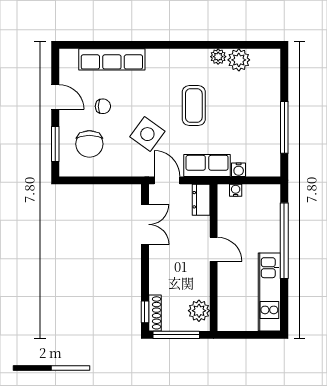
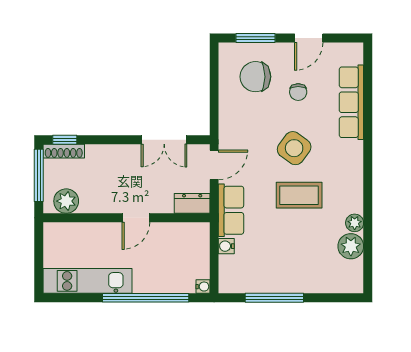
side table: (147, 134) -> (294, 148), moved
water cooler: (236, 190) -> (203, 287), moved

